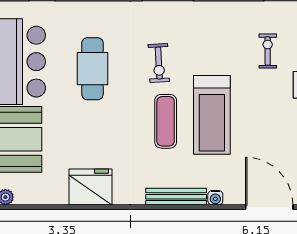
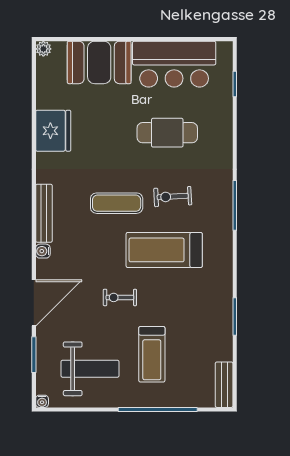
exercise bike: (268, 51) -> (120, 297), moved, turned 180
treadmill: (212, 115) -> (164, 250), moved

